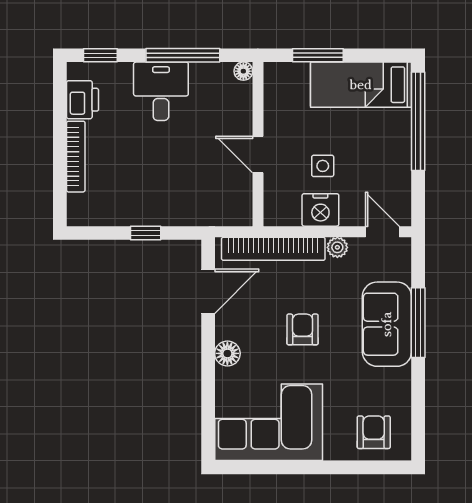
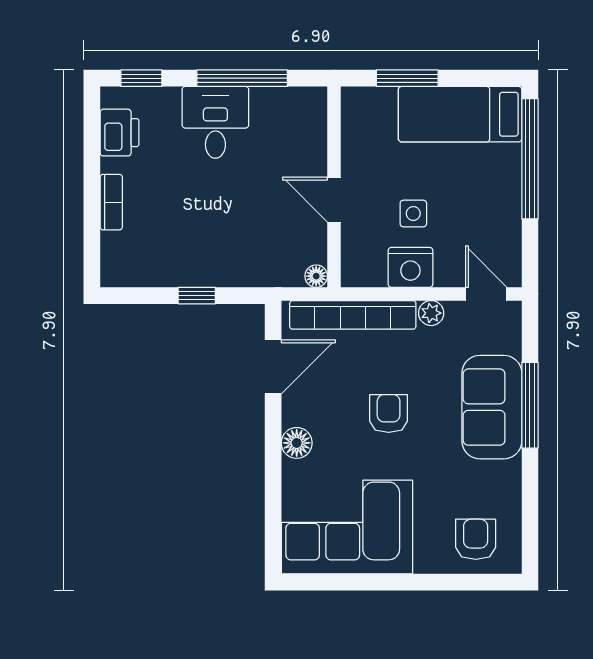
floor lamp: (243, 71) -> (316, 276), moved
bookcase: (76, 157) -> (111, 202), width x0.64

